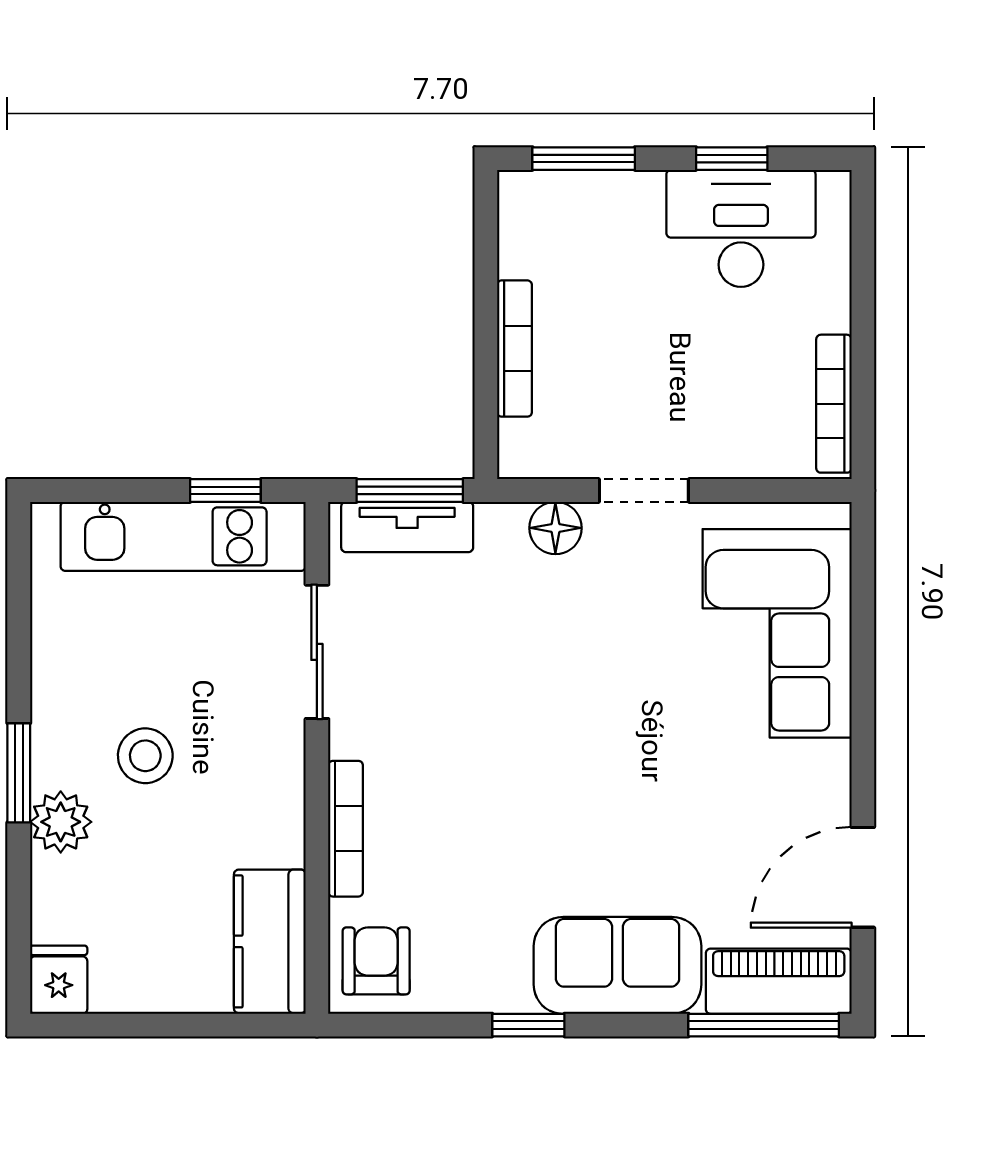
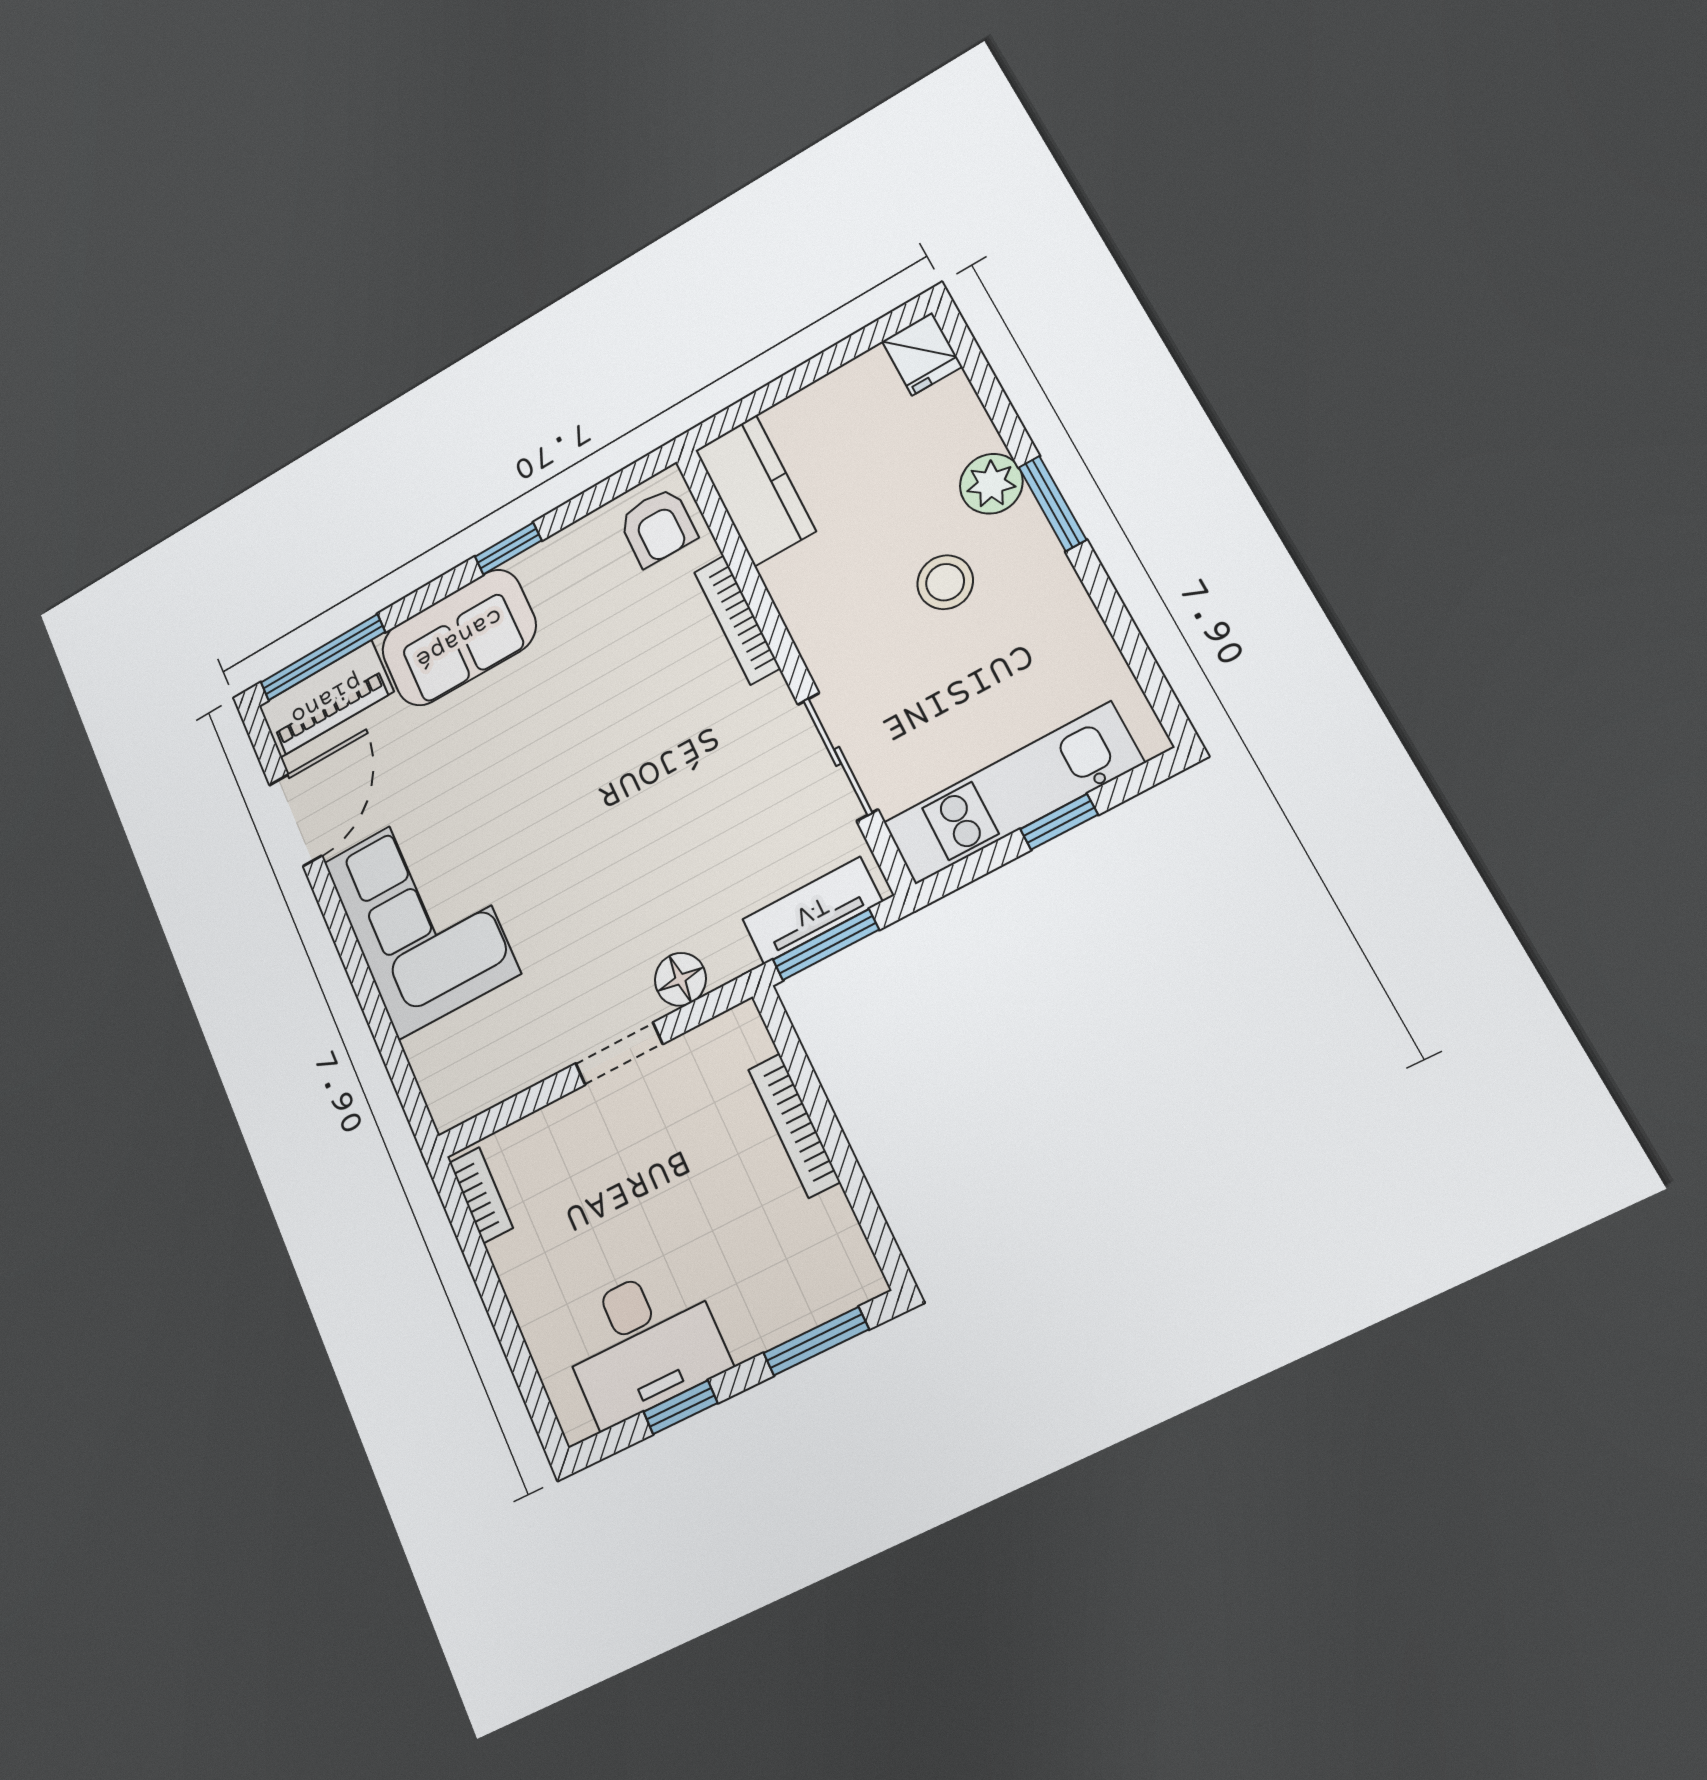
bookcase: (834, 404) -> (481, 1195), width x0.64
window: (225, 490) -> (1059, 822), moved
corner sofa: (777, 633) -> (421, 917), moved

